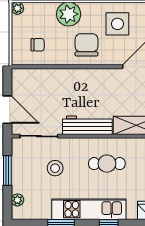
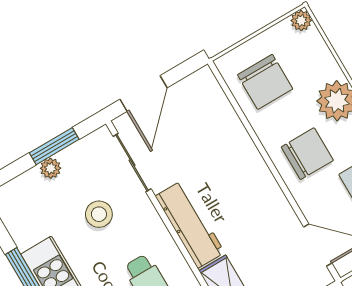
chair: (38, 45) -> (265, 82), width x1.87, depth x1.87
plant: (17, 200) -> (51, 168), moved

